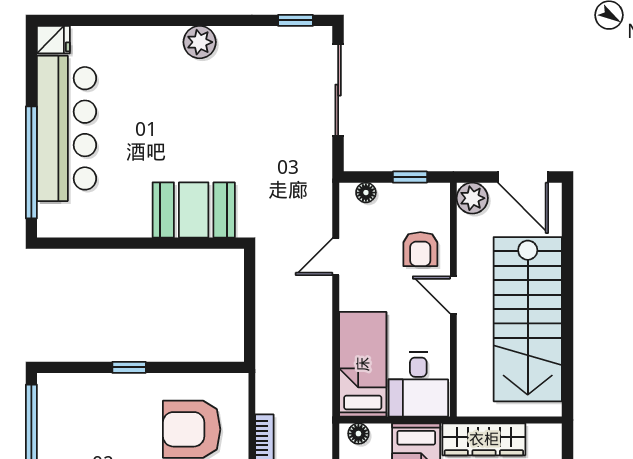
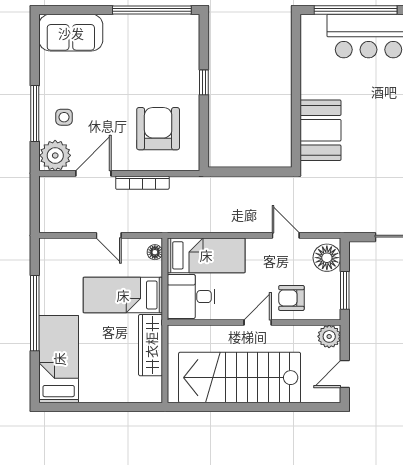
window: (410, 177) -> (345, 290), width x1.50
door: (523, 177) -> (345, 374), width x0.73
floor lamp: (366, 193) -> (327, 258), width x1.89, depth x1.89

